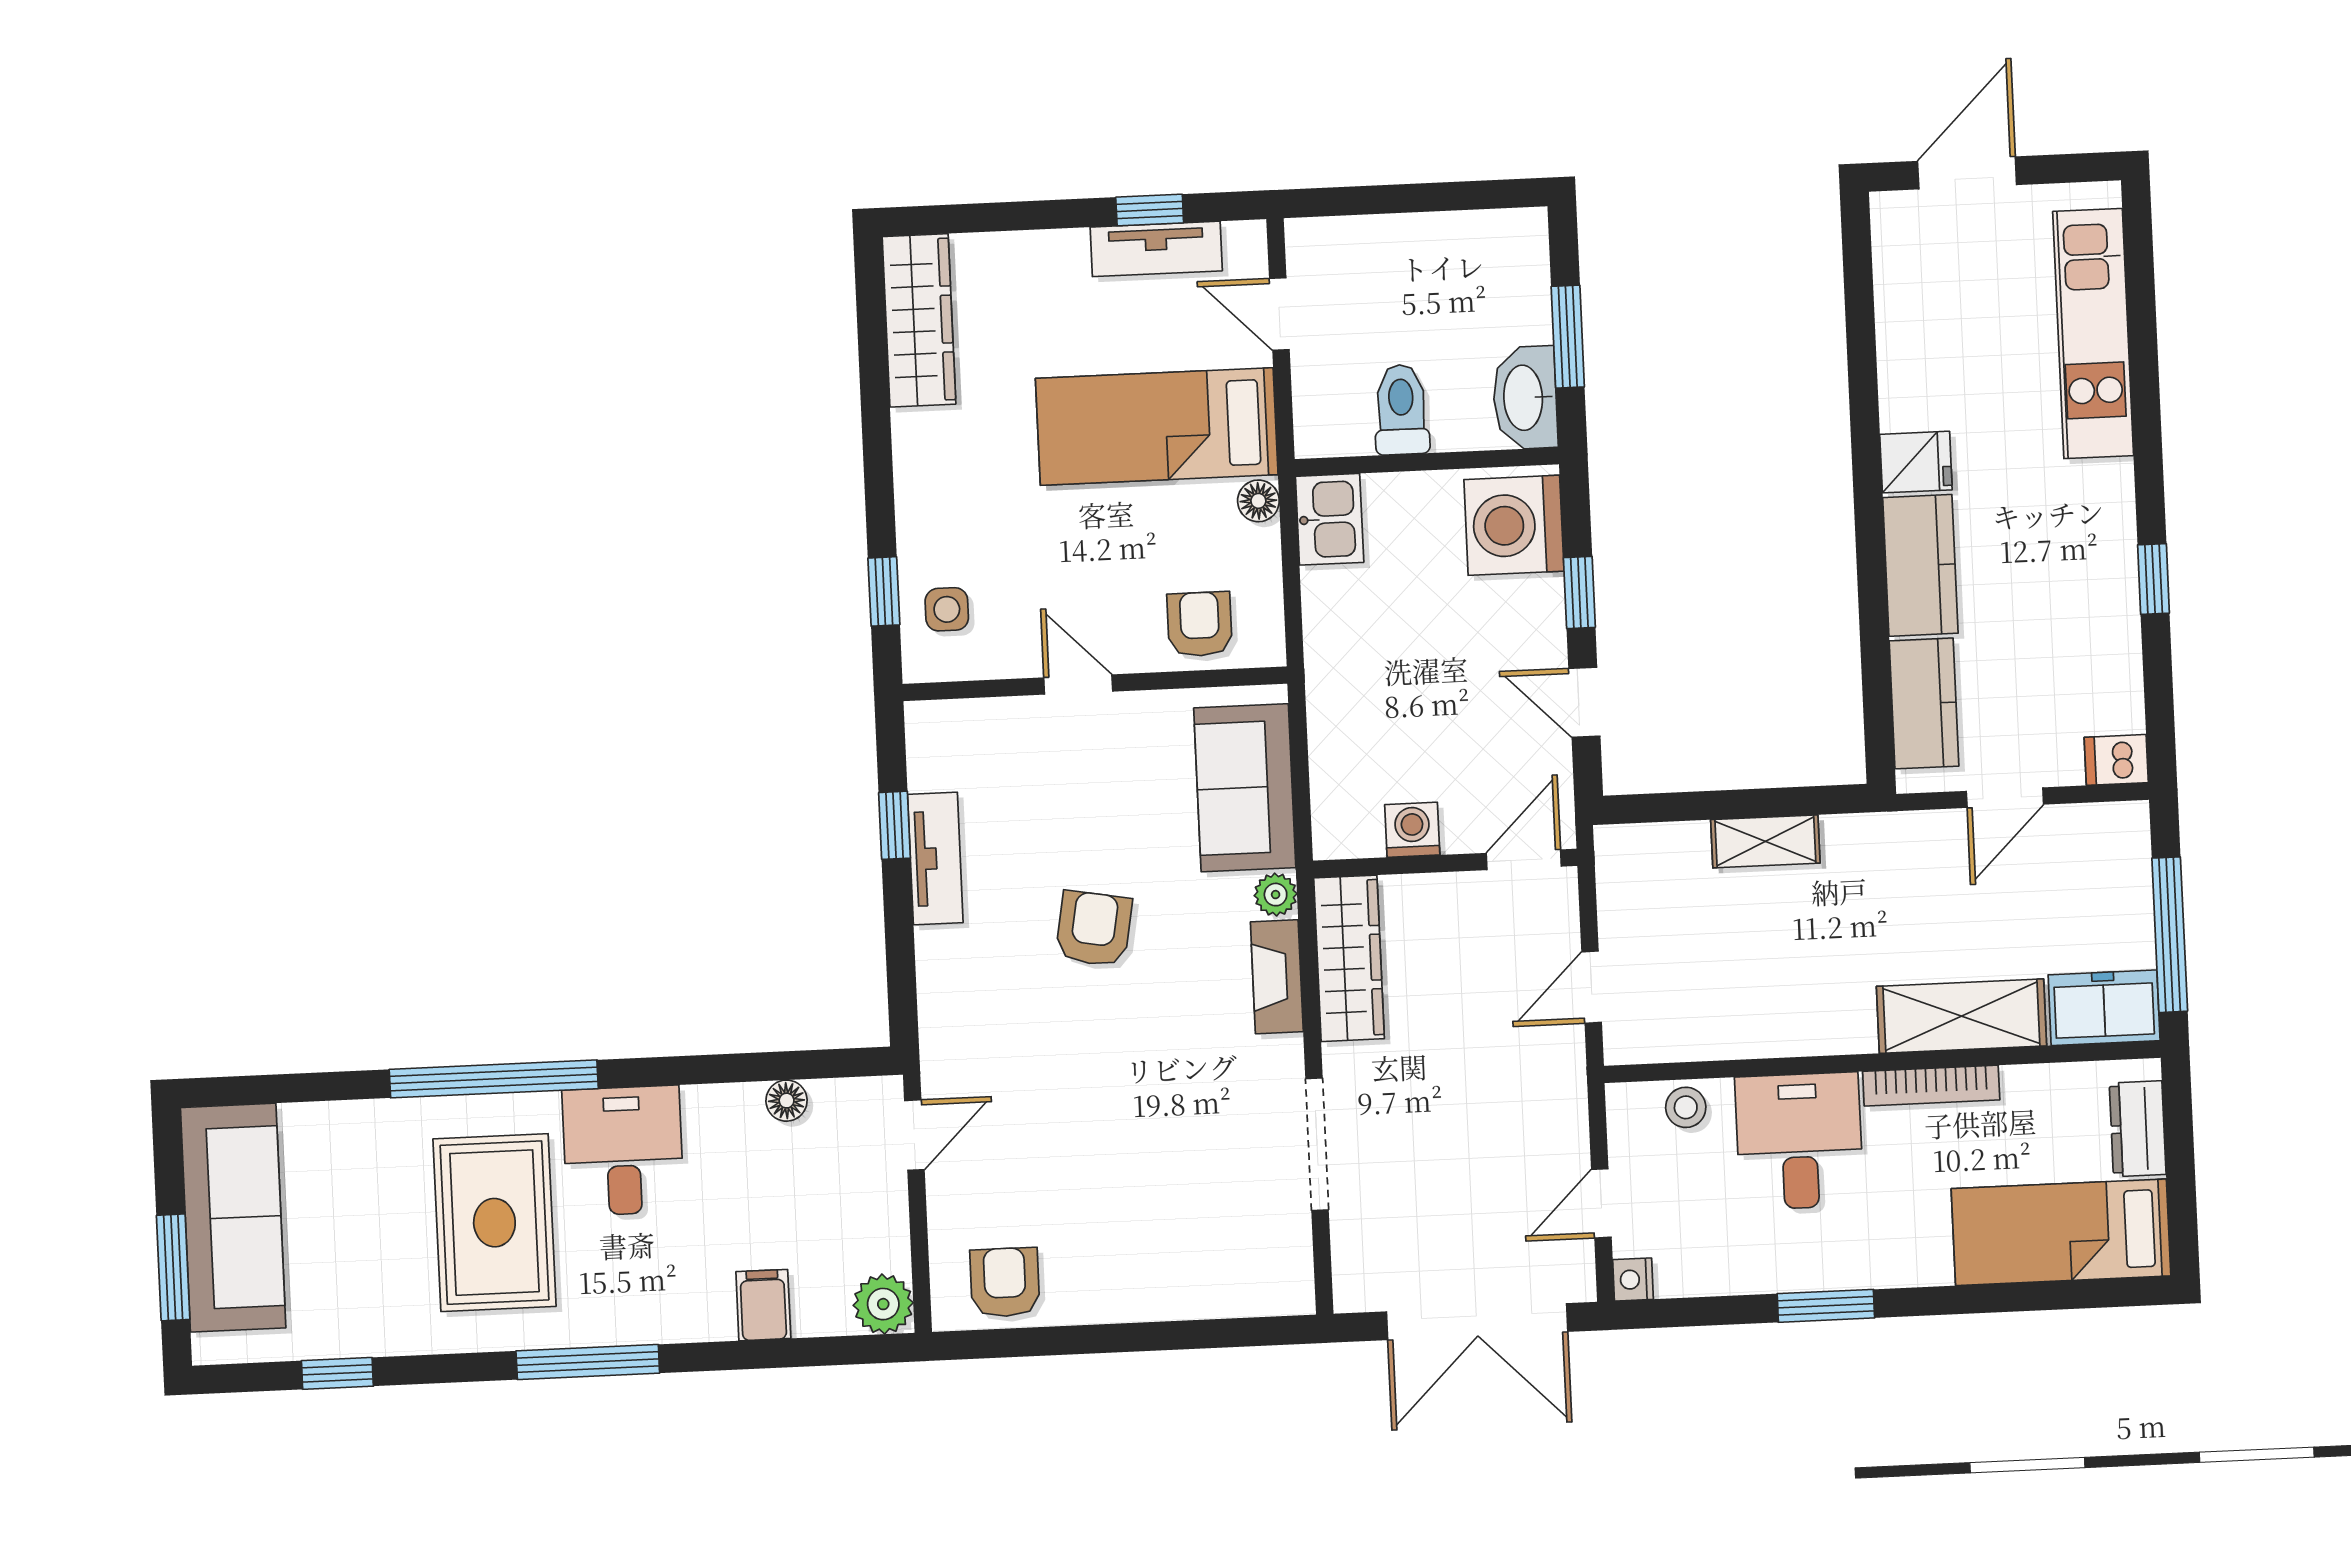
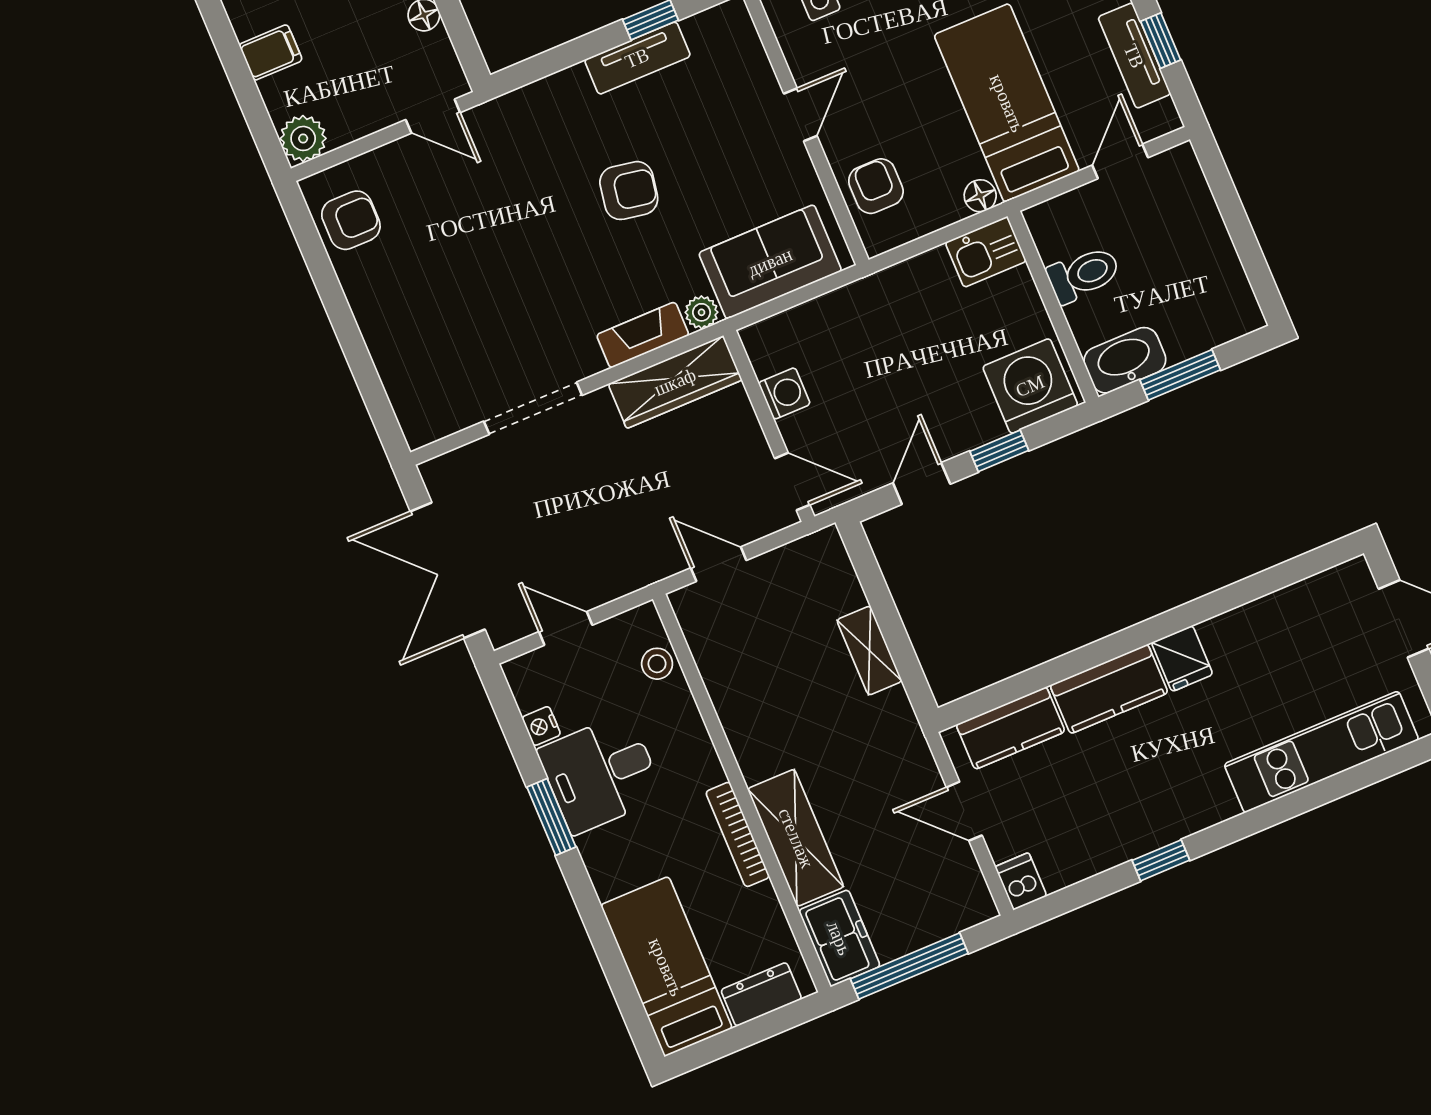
armchair: (1200, 624) -> (876, 186), turned -90
desk: (1799, 1141) -> (601, 774), moved, turned 180
nightstand: (1633, 1279) -> (541, 726), moved, turned -90

